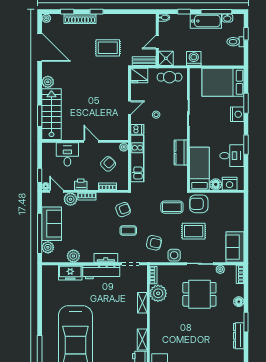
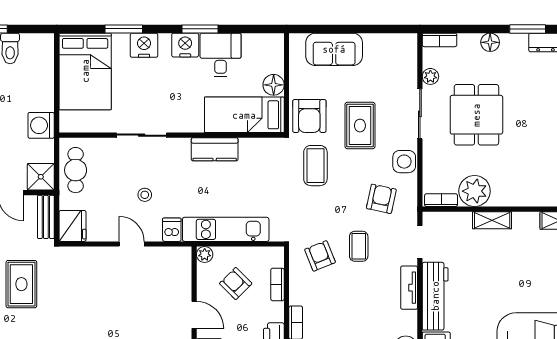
door: (91, 141) -> (194, 315), swing flipped
nightstand: (230, 184) -> (185, 45), moved, turned -90
sofa: (235, 247) -> (334, 49), moved

